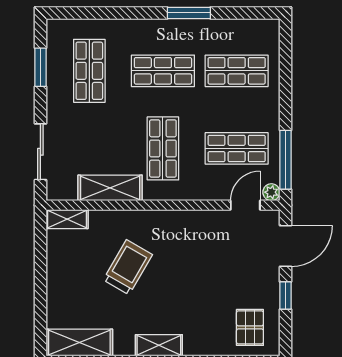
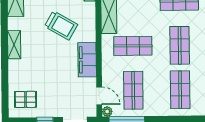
filing cabinet: (185, 225) -> (87, 60), added

